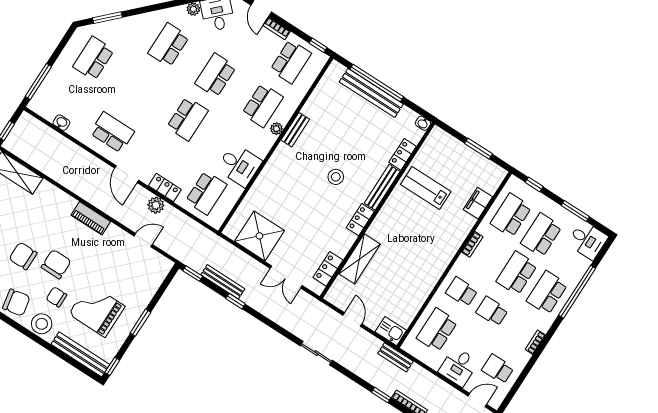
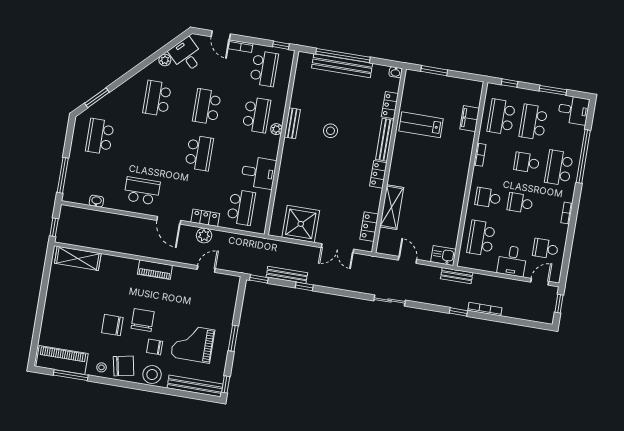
window: (478, 149) -> (434, 71), moved
stool: (336, 177) -> (330, 131), moved
school desk: (517, 273) -> (527, 163), width x0.54

